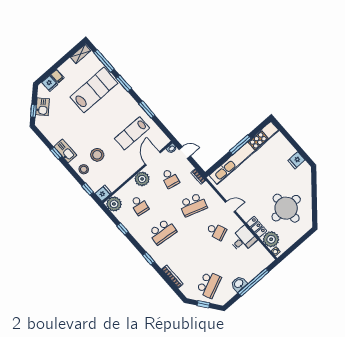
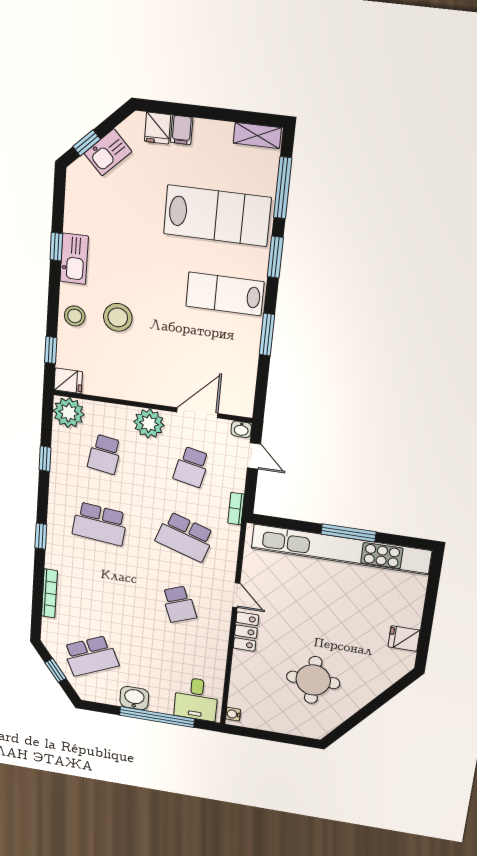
lab bench: (132, 133) -> (225, 294), moved
round table: (286, 208) -> (313, 680), width x0.73, depth x0.73
locker: (257, 227) -> (246, 632), moved
desk: (243, 239) -> (196, 699), moved, turned 90
plant: (271, 239) -> (245, 694), removed

